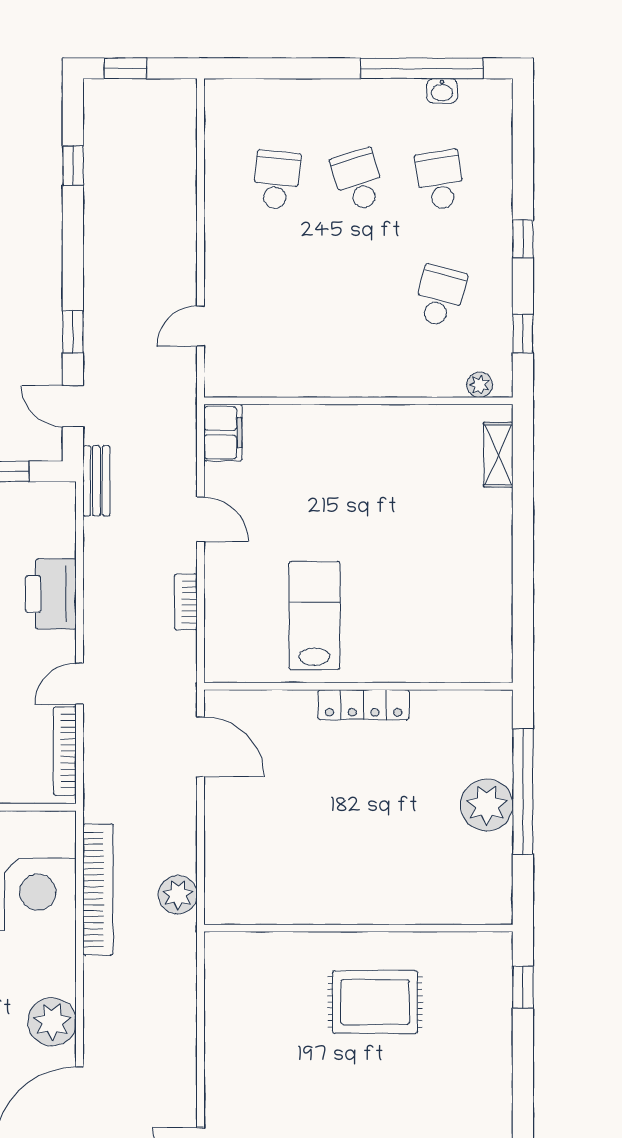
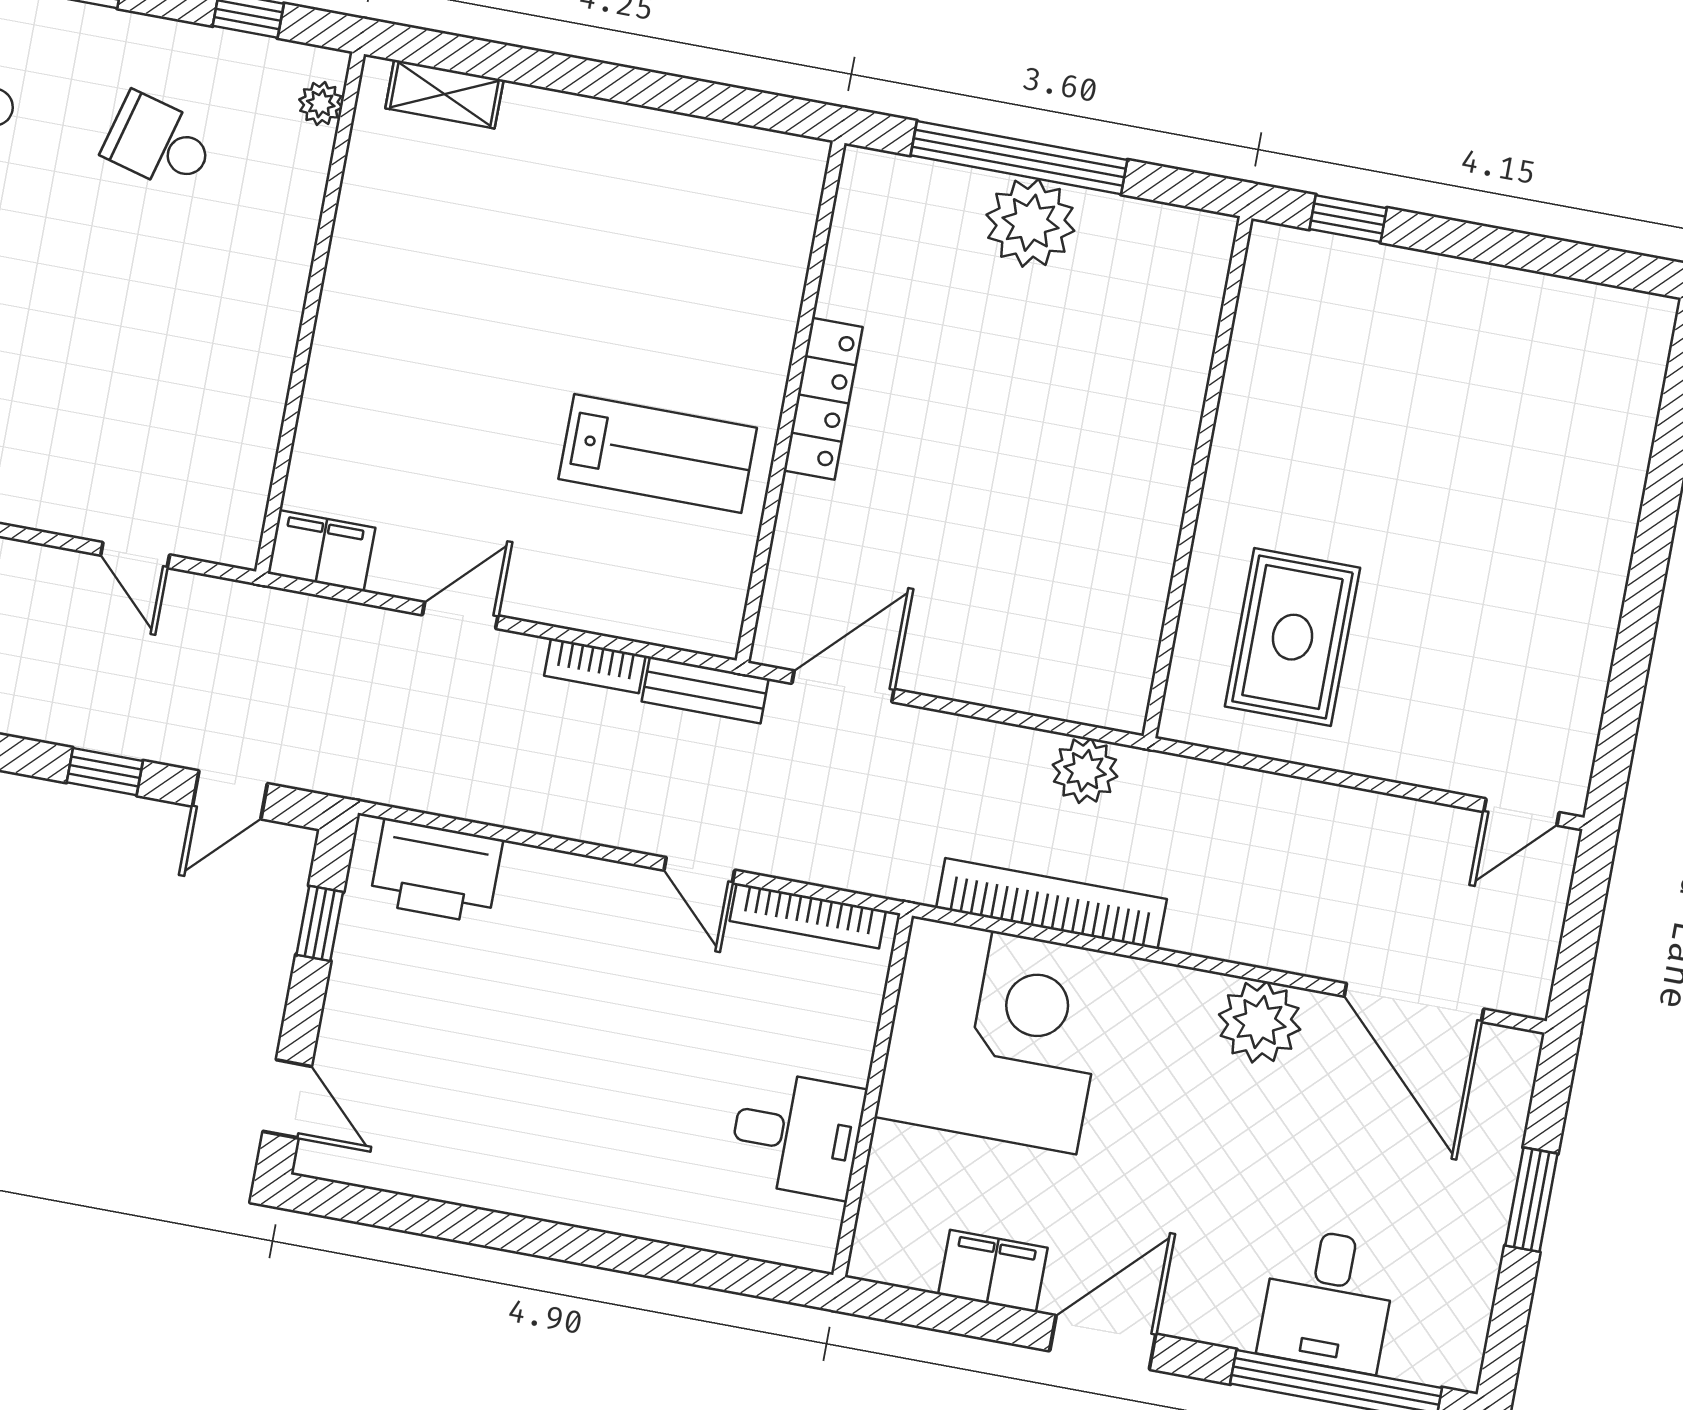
bench: (96, 481) -> (705, 690), moved
printer: (51, 594) -> (436, 871), moved
lab bench: (315, 615) -> (658, 453), turned 180
rug: (375, 1002) -> (1292, 637), moved

